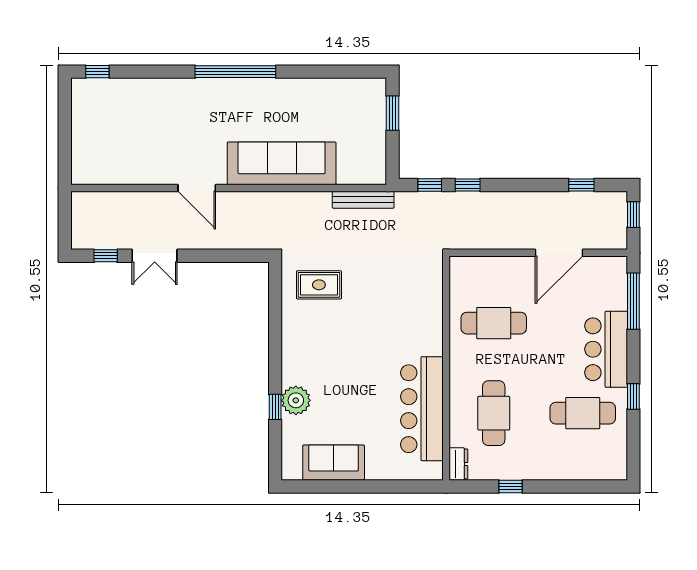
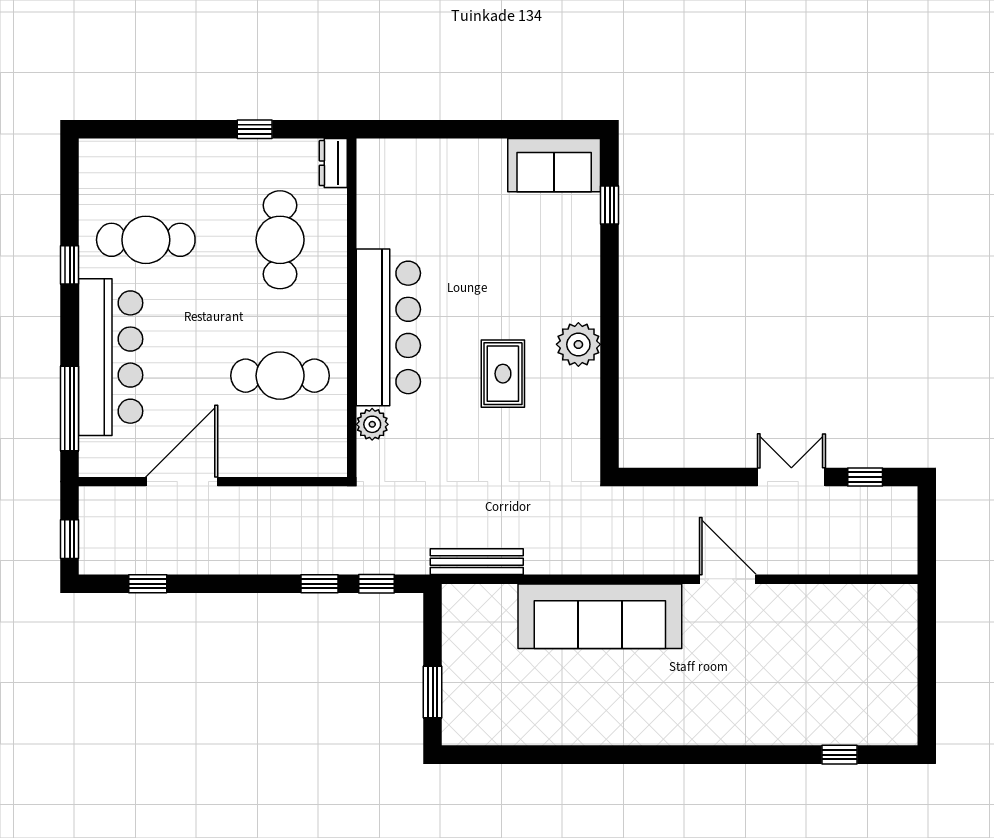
window: (97, 72) -> (839, 755), moved
window: (235, 72) -> (669, 755), removed
rug: (319, 285) -> (503, 374), moved, turned 90
plant: (433, 291) -> (372, 424), added
bar counter: (606, 349) -> (111, 357), width x1.36
plant: (296, 400) -> (578, 344), moved
window: (275, 407) -> (610, 205), moved
bar counter: (422, 409) -> (388, 327), moved
sofa: (334, 463) -> (554, 165), moved

